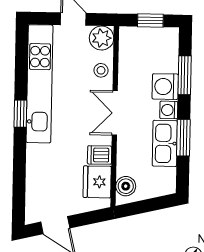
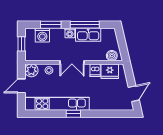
washing machine: (165, 87) -> (42, 35), moved
window: (183, 138) -> (85, 25), width x1.44

